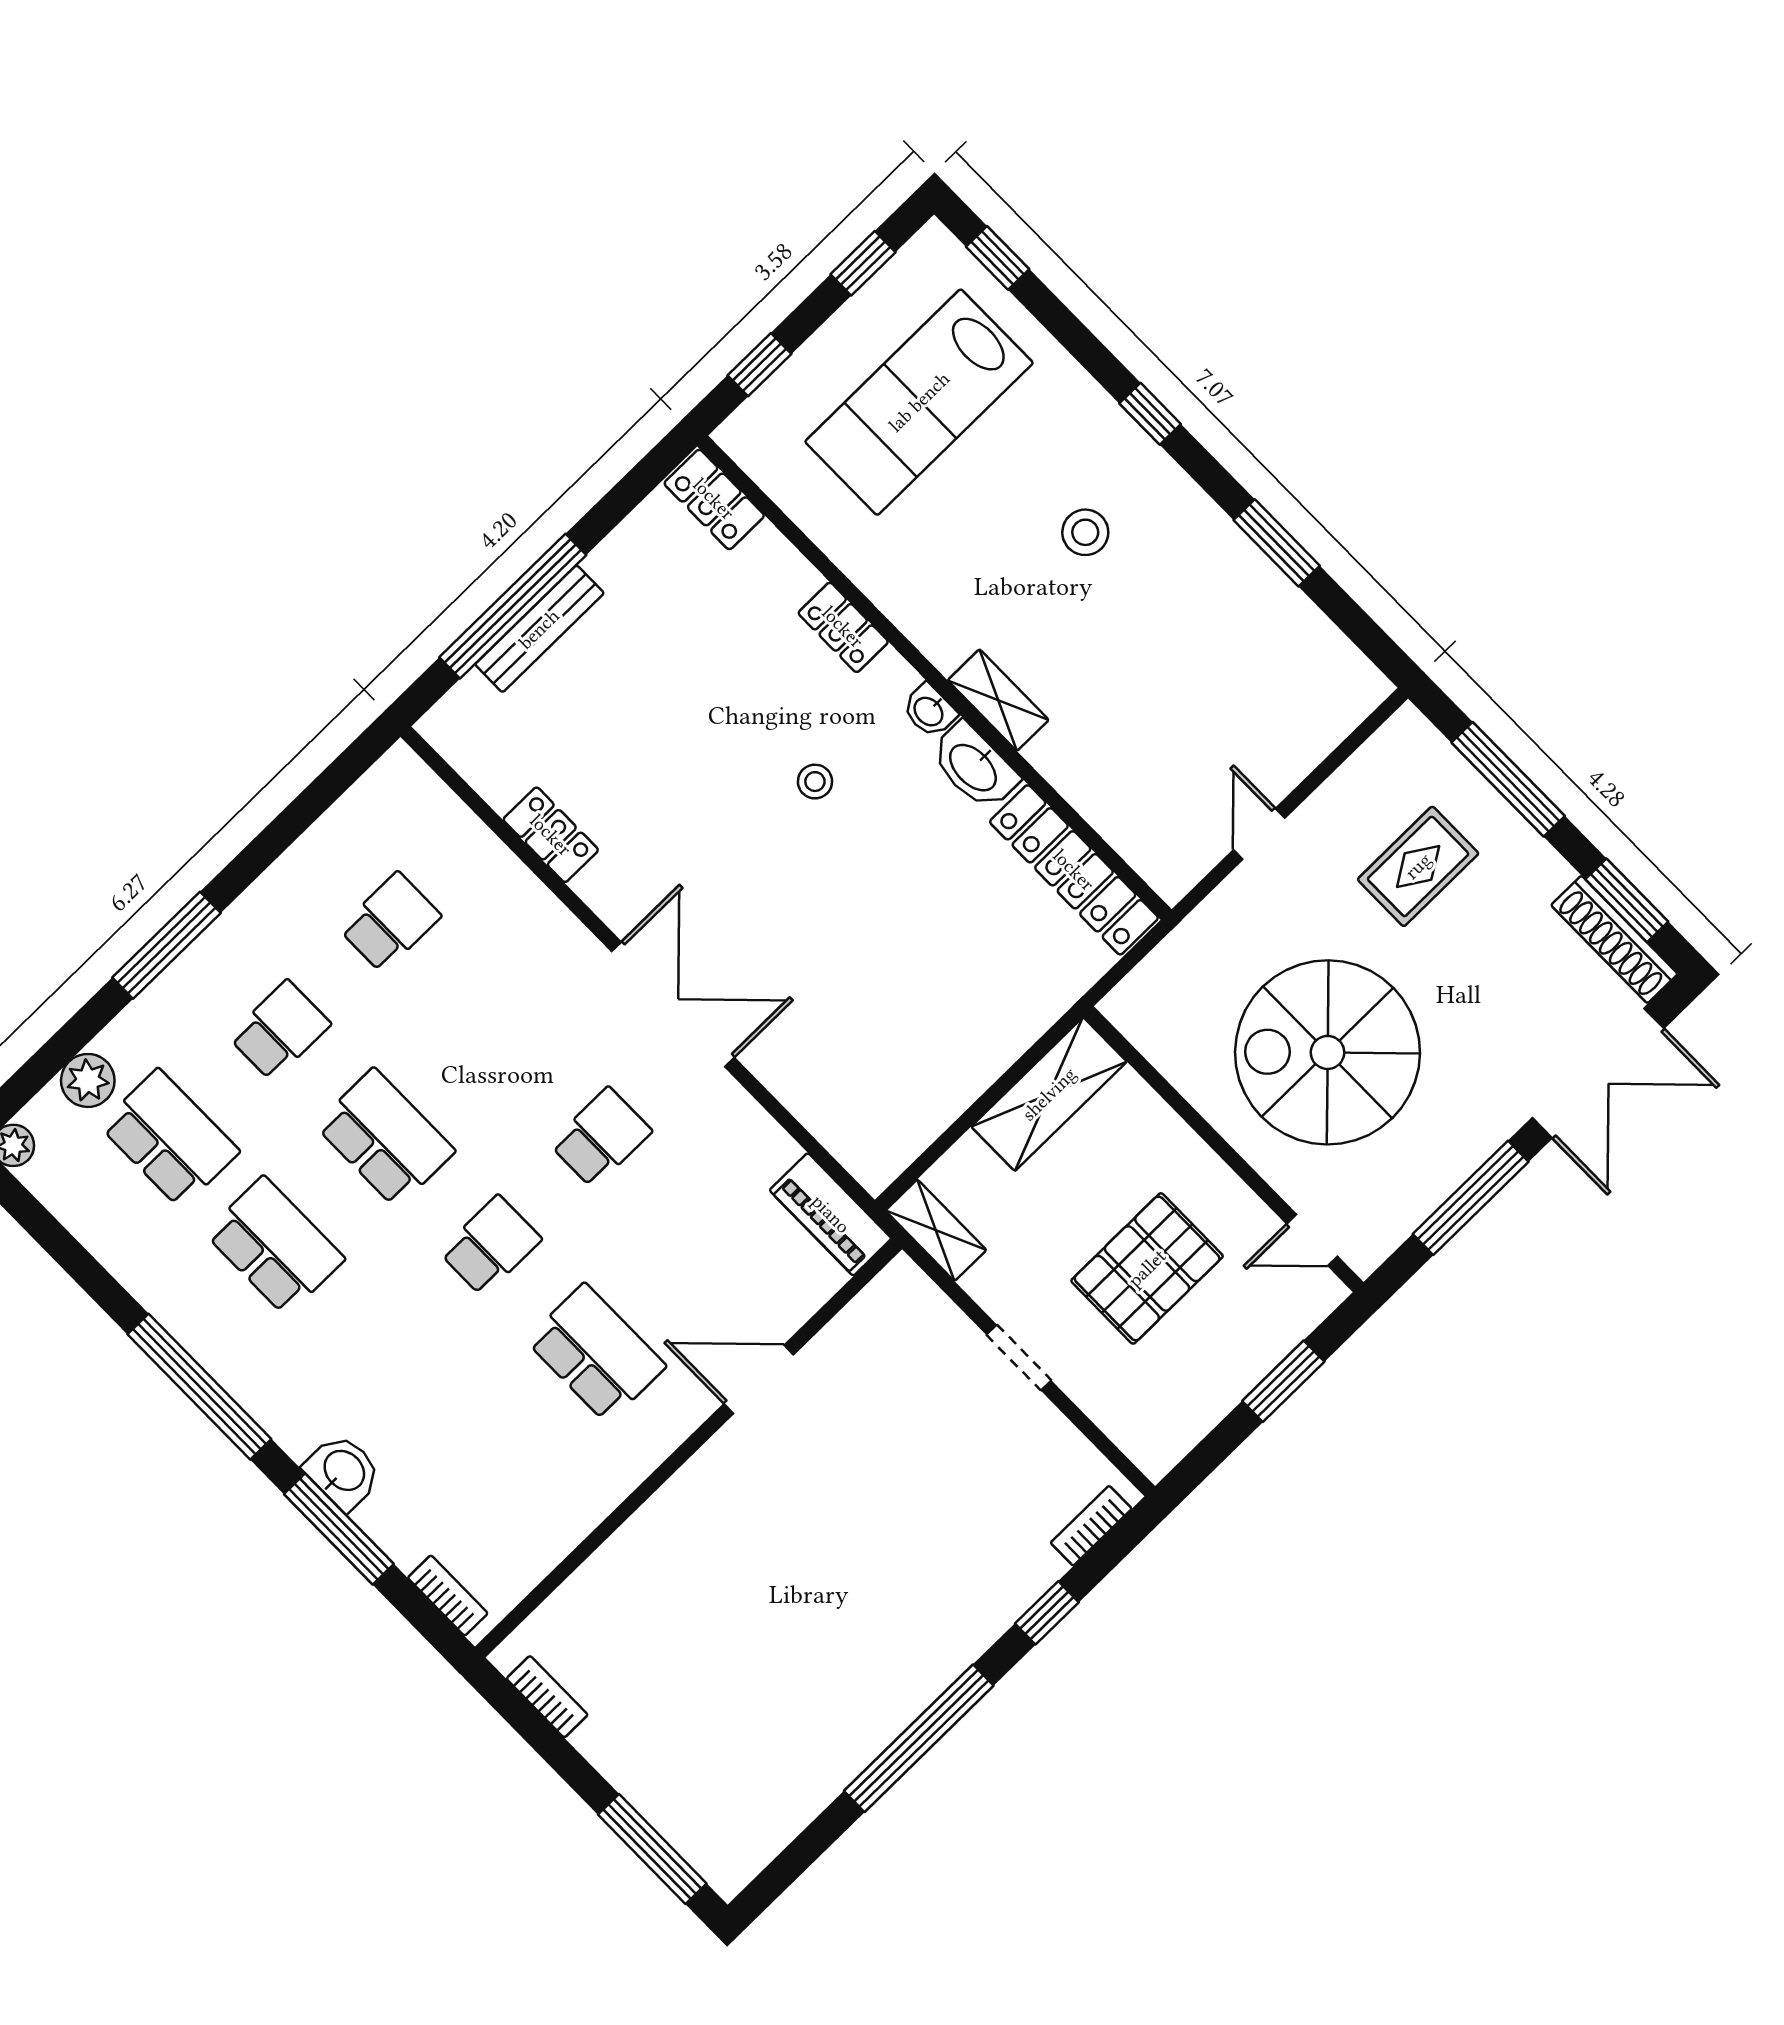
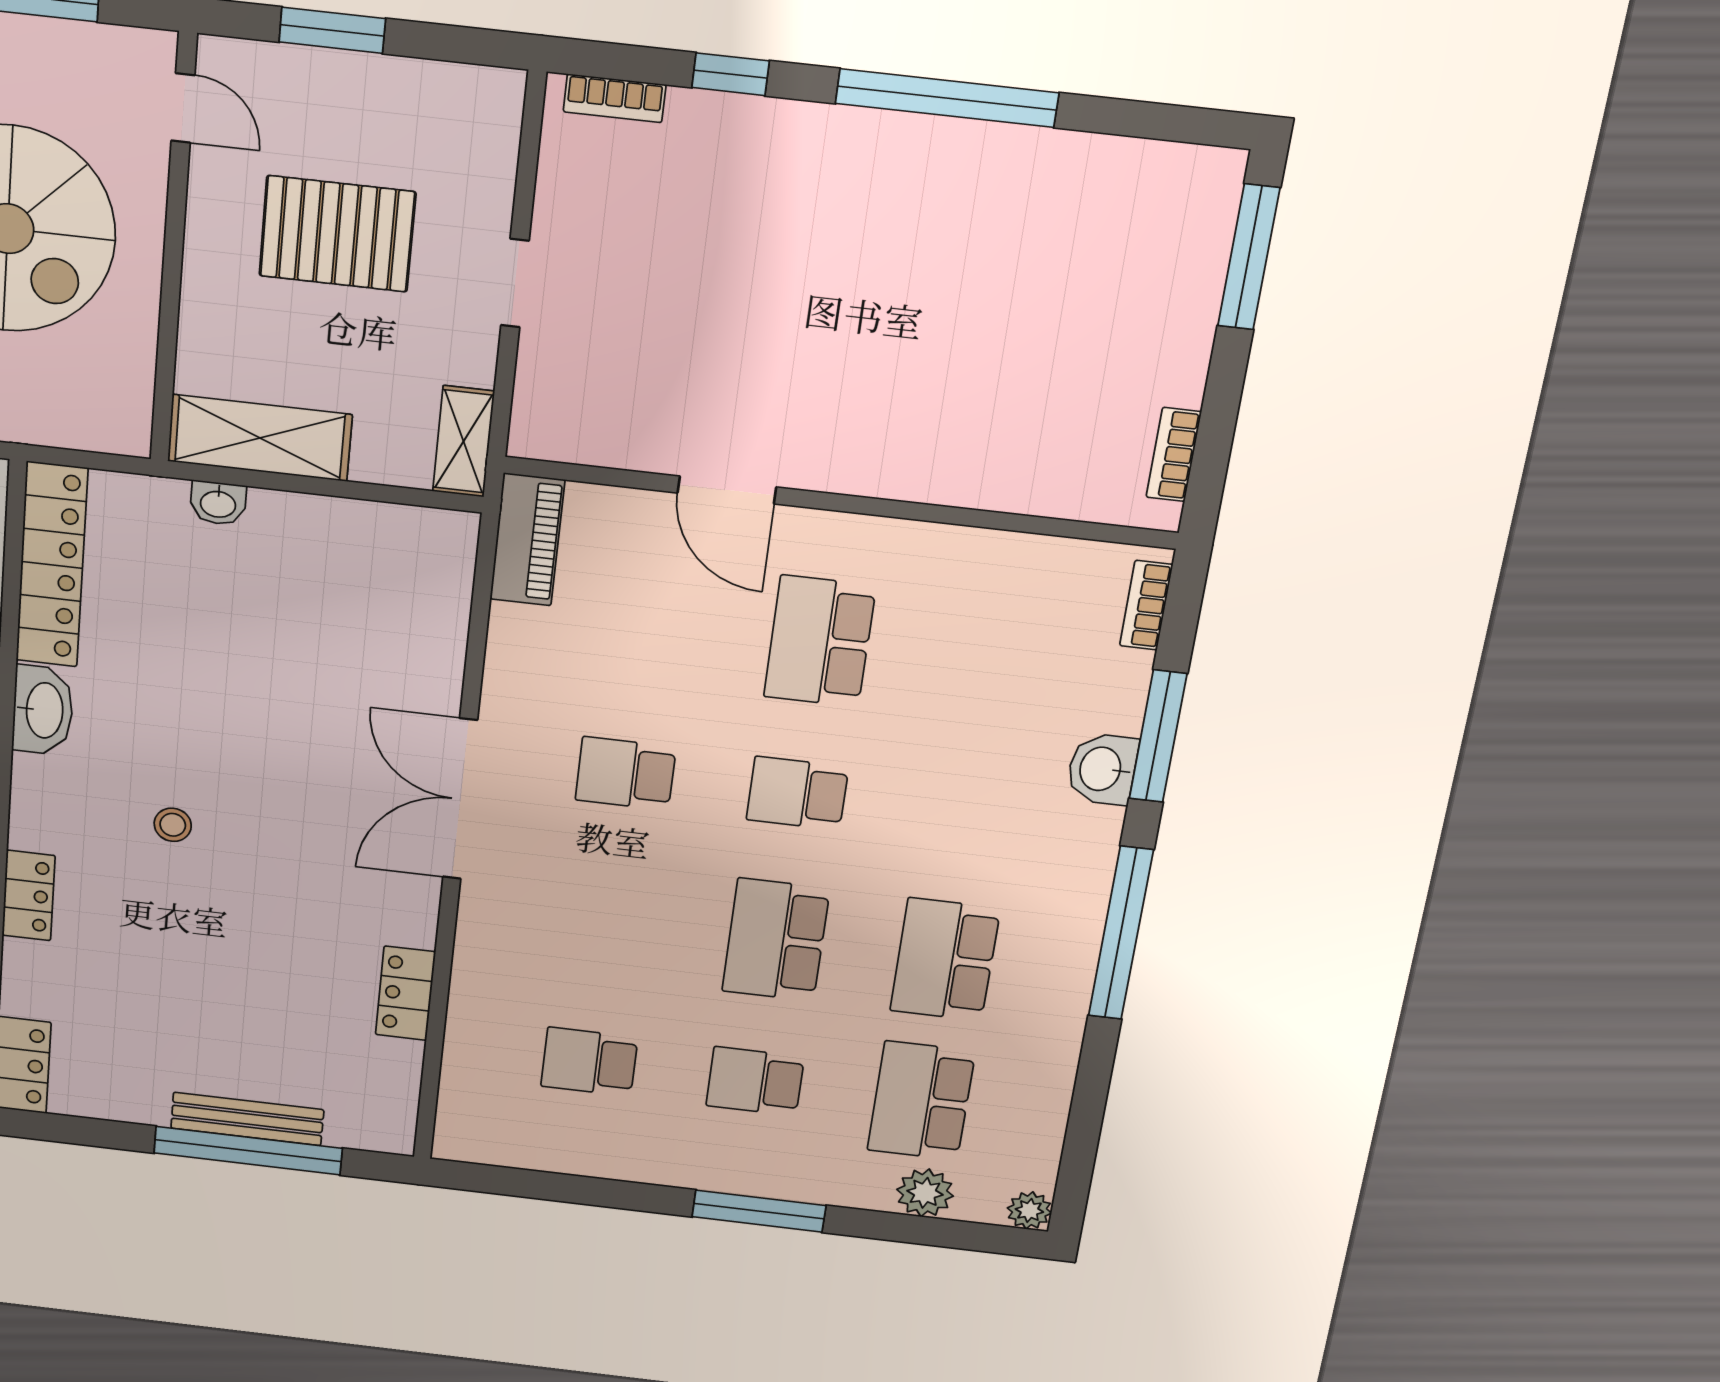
washbasin: (929, 711) -> (218, 503), moved, turned 90

